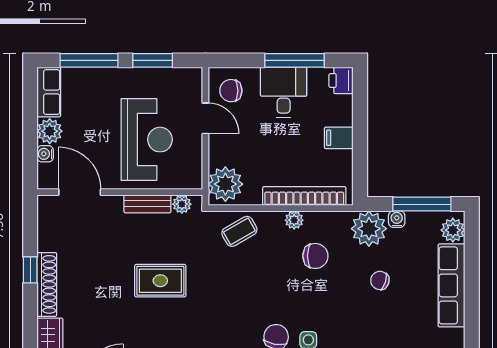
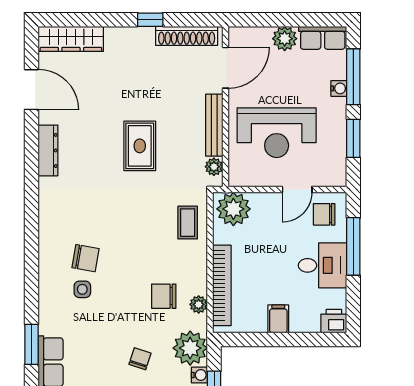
window: (295, 60) -> (353, 246), moved
chair: (231, 91) -> (324, 214), turned -90
water cooler: (45, 154) -> (339, 88), moved, turned 90
bench: (147, 204) -> (214, 125), width x1.36
plant: (294, 220) -> (199, 304), moved
coffee table: (239, 231) -> (188, 223), turned 30
chair: (315, 256) -> (164, 296), turned 90
shoe rack: (47, 284) -> (187, 36), moved

